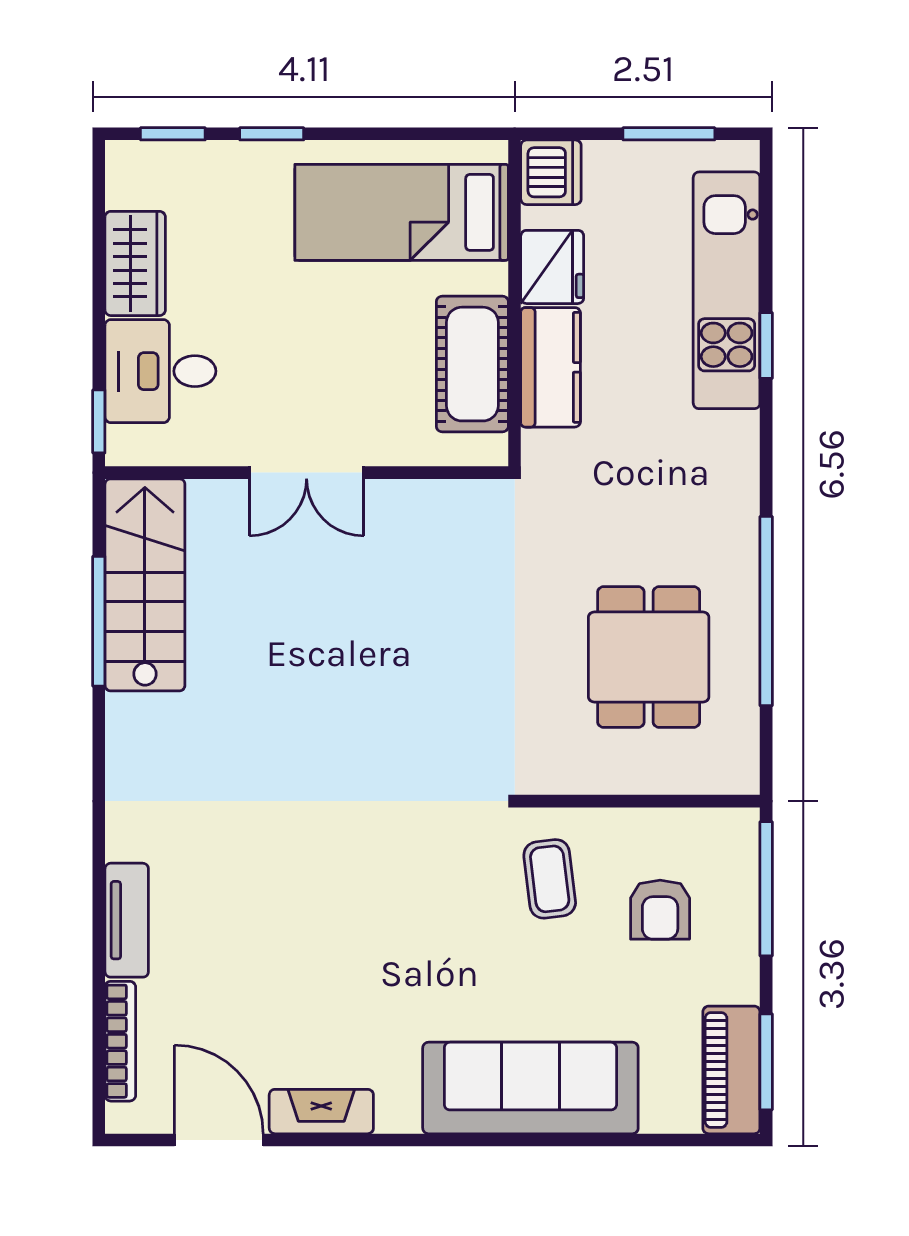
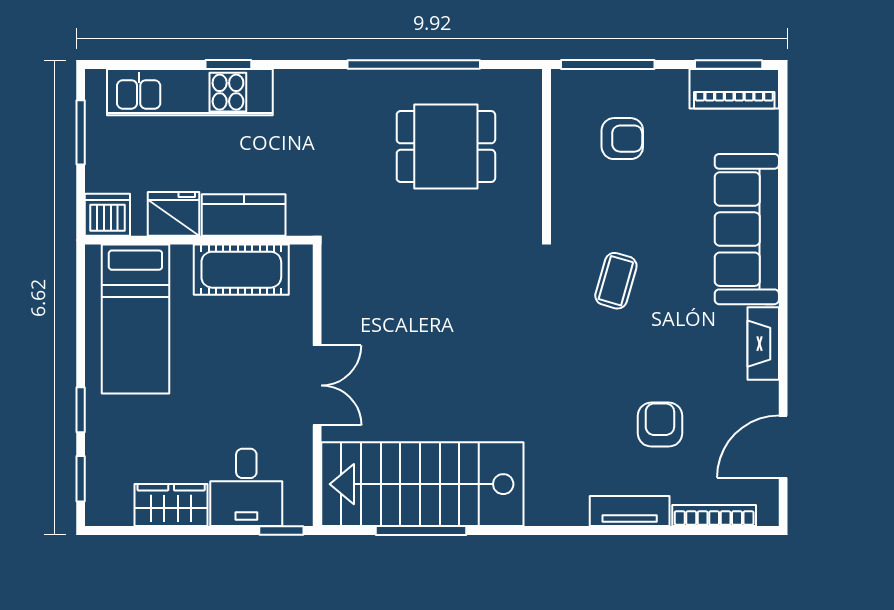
stairs: (145, 585) -> (422, 484), width x1.36, depth x1.51
coffee table: (550, 879) -> (616, 281), moved, turned -67
armchair: (250, 964) -> (660, 425), added
fireplace: (321, 1112) -> (763, 344), moved

